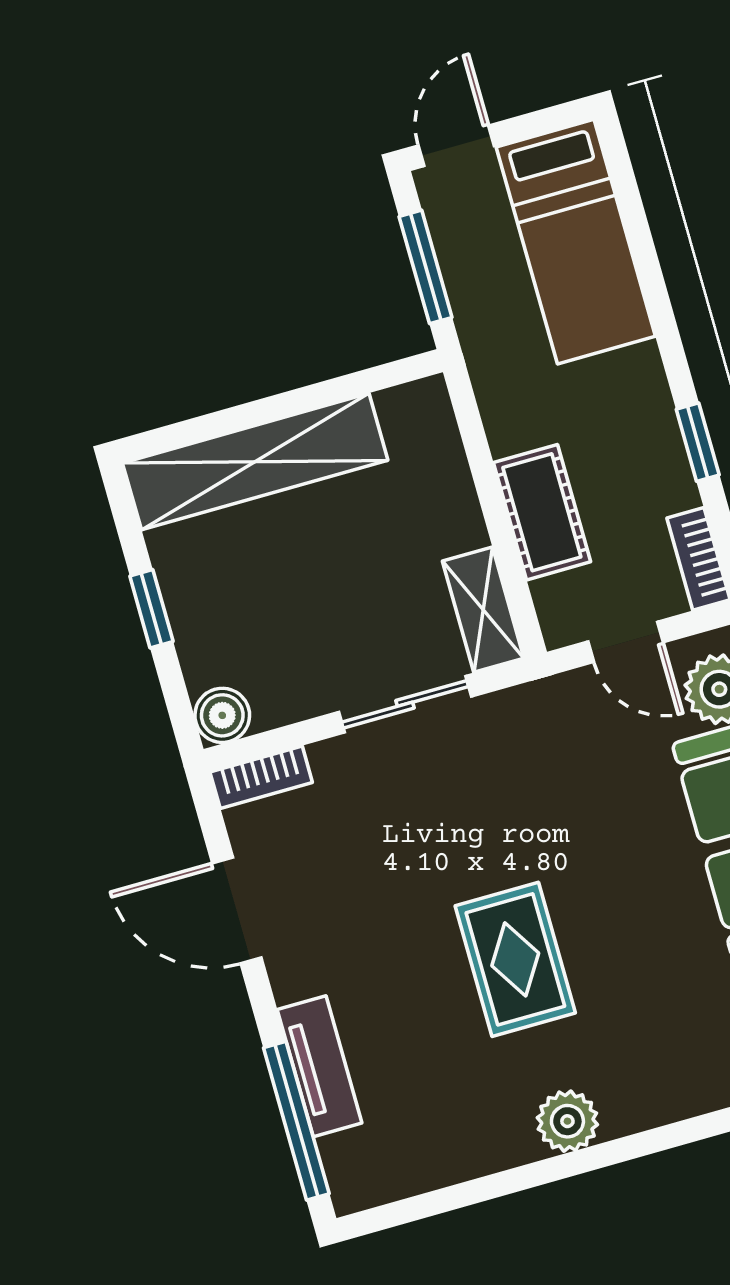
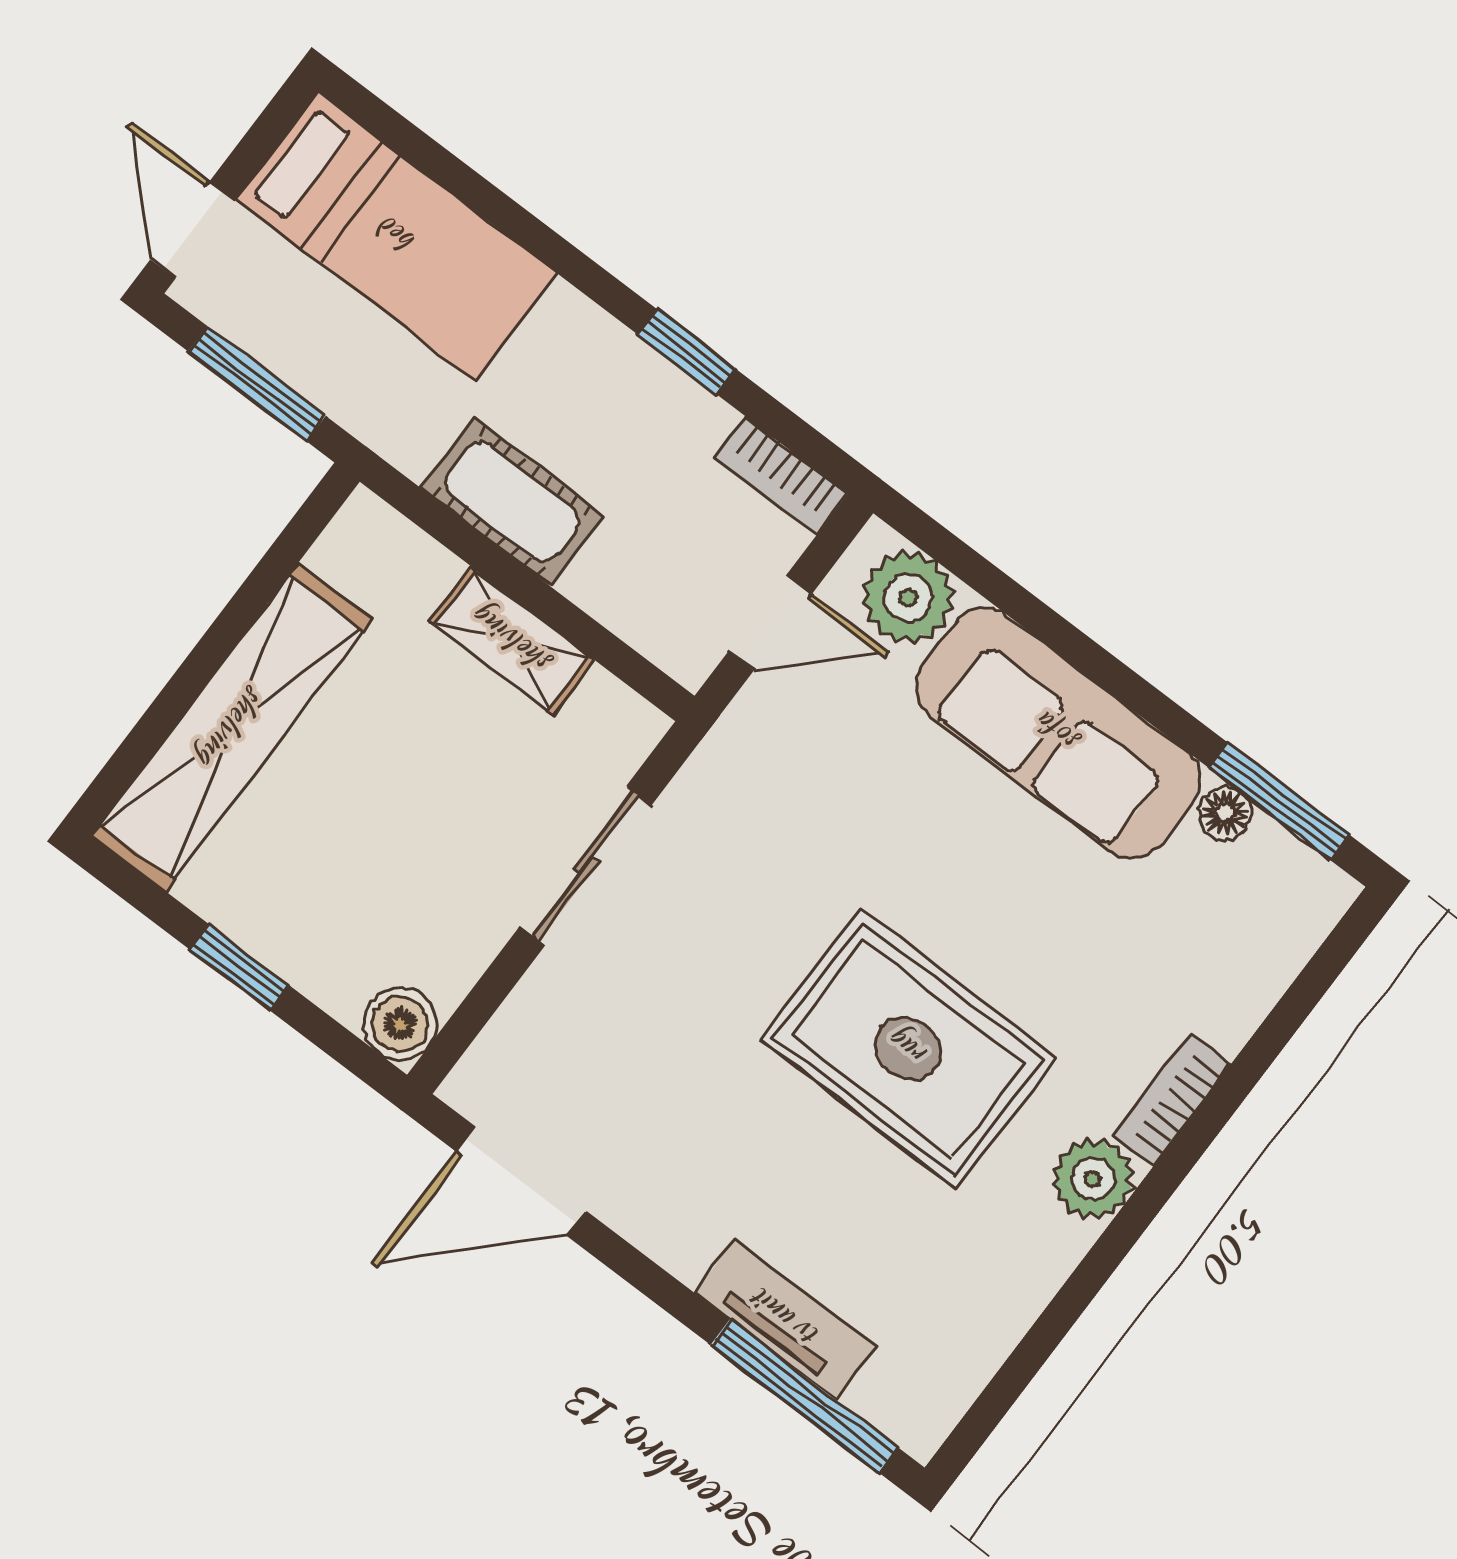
cot: (542, 512) -> (512, 502), moved
shelving: (483, 610) -> (512, 641), moved
bookcase: (261, 777) -> (1172, 1100), moved, turned 180
door: (237, 911) -> (521, 1181), moved
rug: (515, 959) -> (908, 1049), width x1.36, depth x1.43

